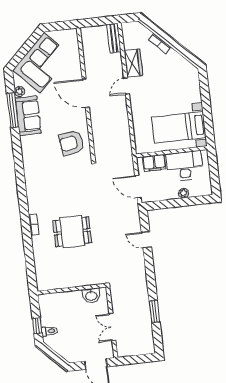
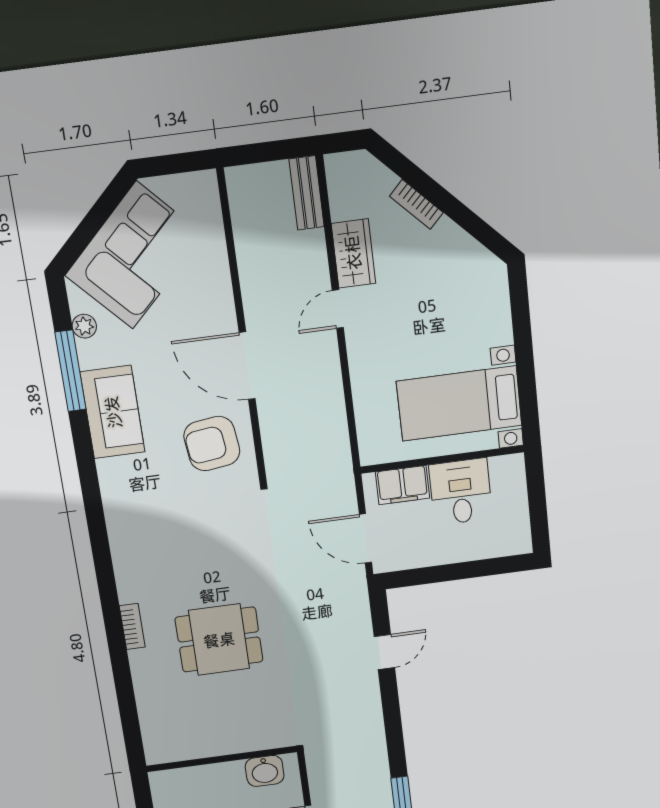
door: (86, 93) -> (247, 366), moved
sofa: (28, 116) -> (113, 412), moved
desk: (185, 166) -> (461, 492), width x0.73
plant: (183, 193) -> (468, 551), removed
door: (146, 240) -> (384, 652), swing flipped

